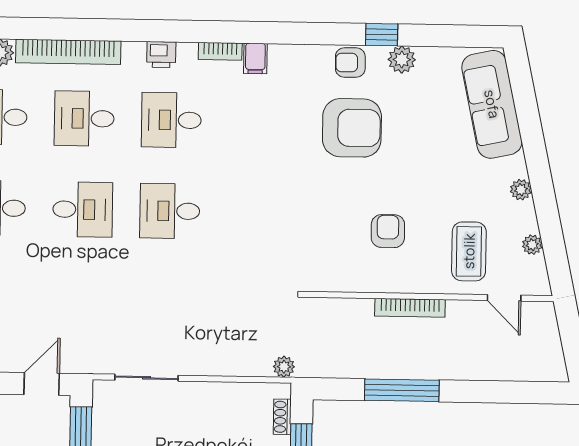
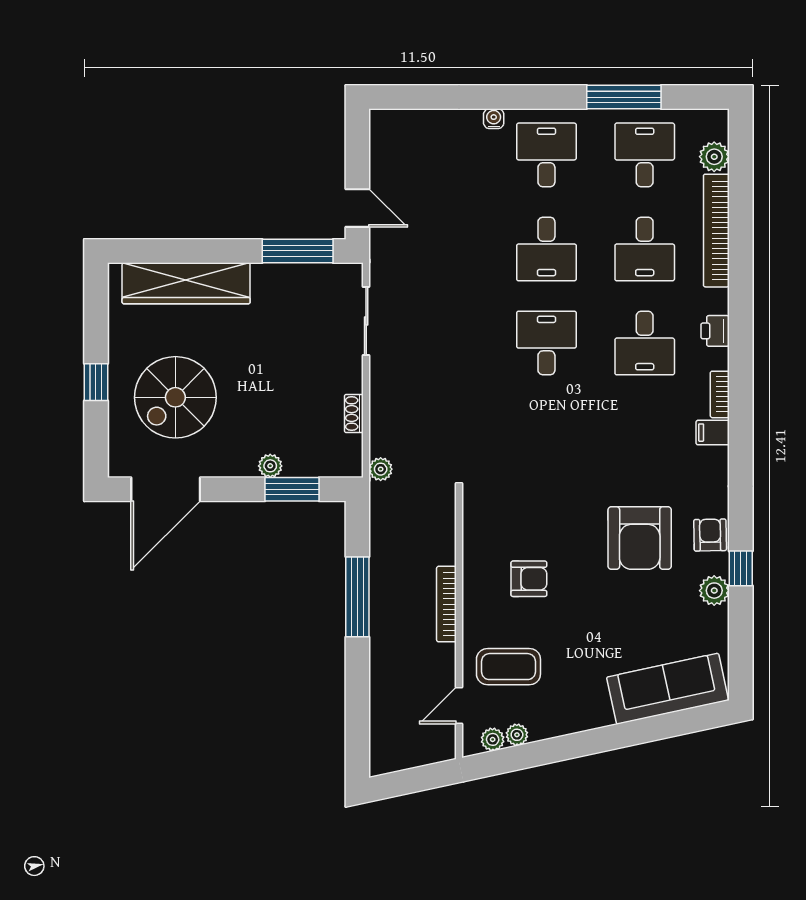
desk: (84, 119) -> (645, 249), turned 180
desk: (171, 120) -> (645, 343), turned 180
plant: (521, 190) -> (493, 739), moved
shoe rack: (282, 417) -> (354, 413), moved, turned -90

